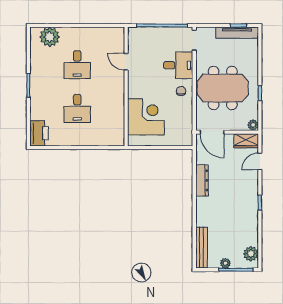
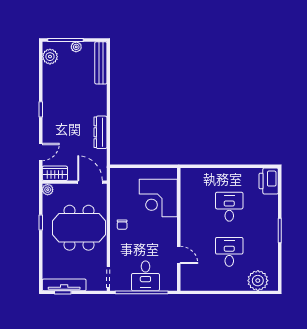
desk: (178, 65) -> (145, 276), moved, turned -90

